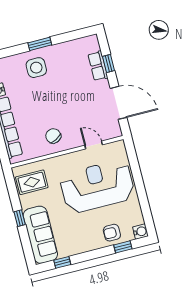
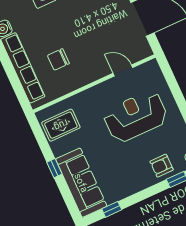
chair: (53, 136) -> (58, 59), moved, turned -62
reception desk: (97, 186) -> (136, 116), width x0.74, depth x0.77

